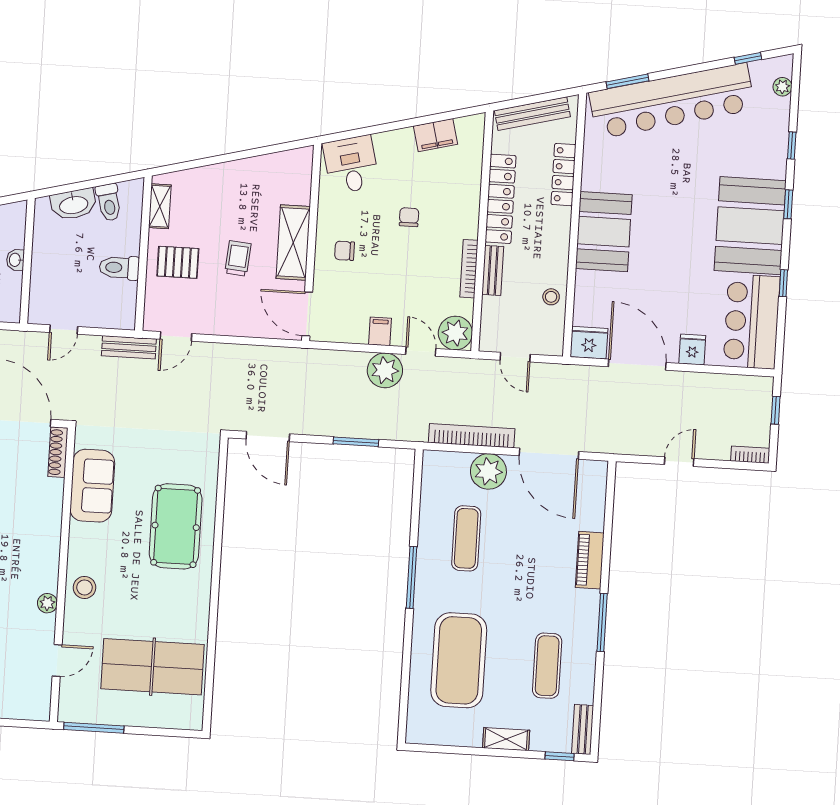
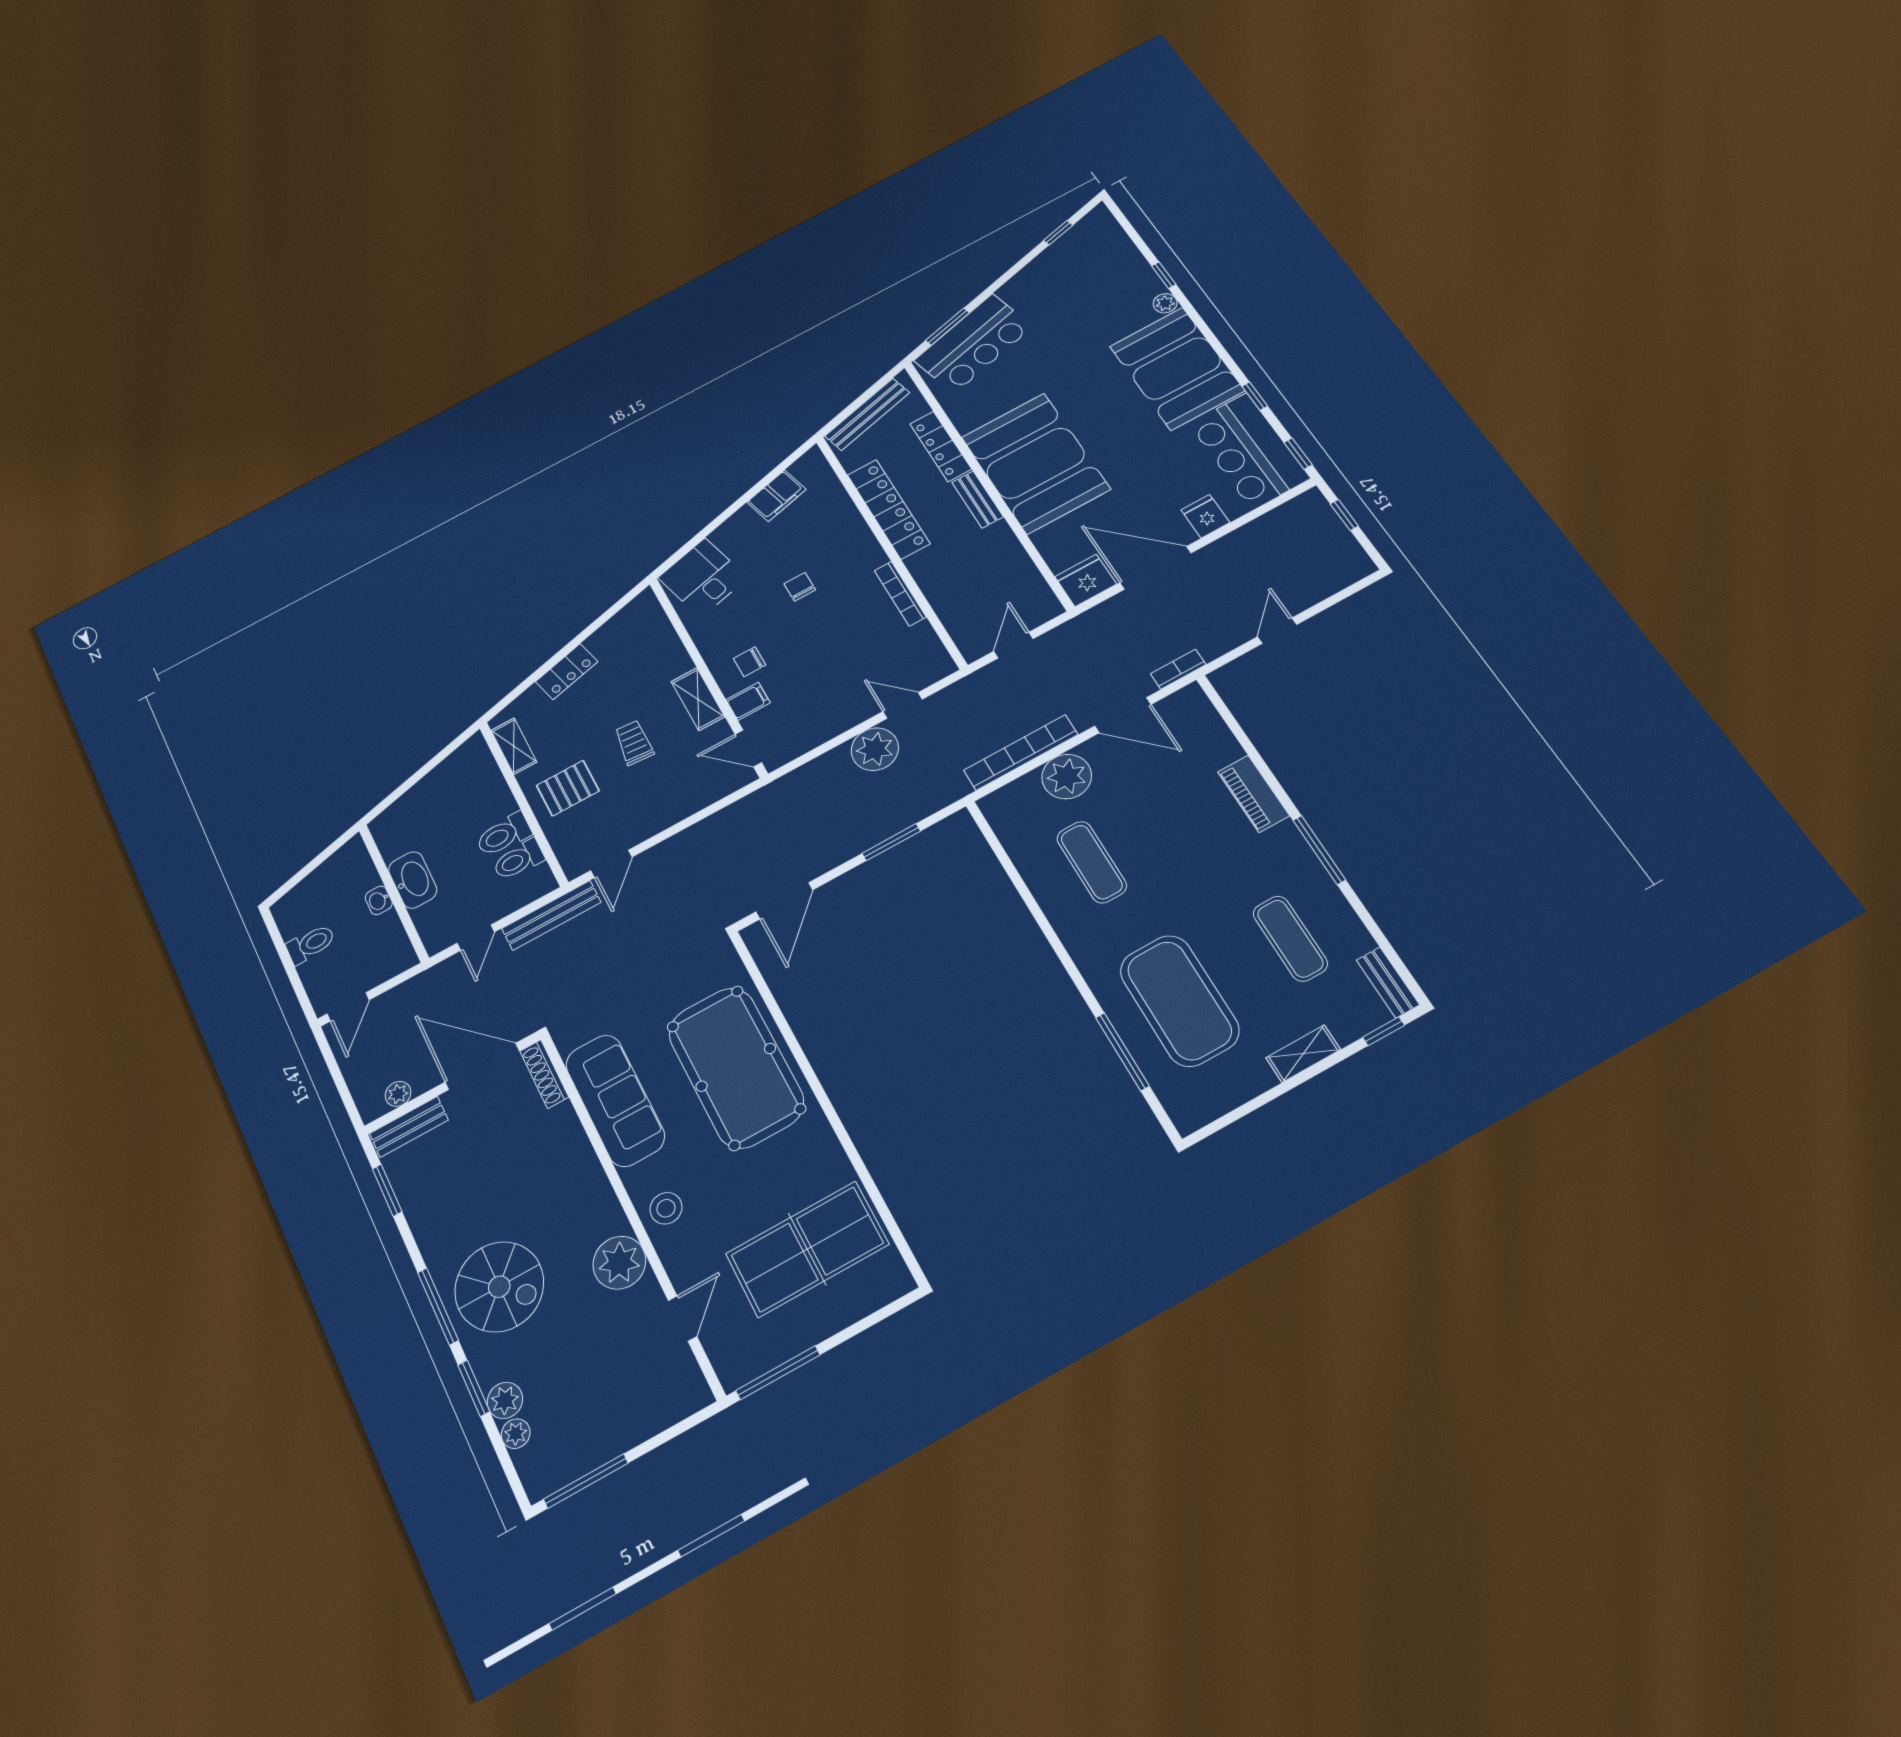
plant: (782, 87) -> (1165, 303), moved
bar counter: (672, 101) -> (973, 344), width x0.54
locker: (224, 174) -> (567, 672), added
toilet: (109, 202) -> (519, 860), moved, turned 104
washbasin: (74, 204) -> (413, 880), moved, turned -76
window: (788, 204) -> (1298, 454), moved
booth: (604, 232) -> (1036, 463), width x1.36, depth x1.42
shelving: (293, 243) -> (698, 699), width x0.67, depth x0.75
bench: (493, 270) -> (978, 499), moved
stool: (551, 297) -> (1011, 564), removed
door: (307, 314) -> (748, 748), width x0.73
filing cabinet: (380, 331) -> (748, 701), moved, turned 90
plant: (455, 333) -> (929, 663), removed
bench: (129, 347) -> (551, 915), width x1.36
door: (515, 357) -> (1013, 645), swing flipped
door: (268, 436) -> (784, 901), hinge flipped
door: (549, 454) -> (1123, 715), width x0.73
bookcase: (750, 455) -> (1178, 669), moved
sofa: (92, 486) -> (615, 1100), width x1.36
pool table: (176, 526) -> (736, 1067), width x1.36, depth x1.32
window: (411, 577) -> (1122, 1052), moved
plant: (47, 603) -> (619, 1263), width x1.87, depth x1.87

